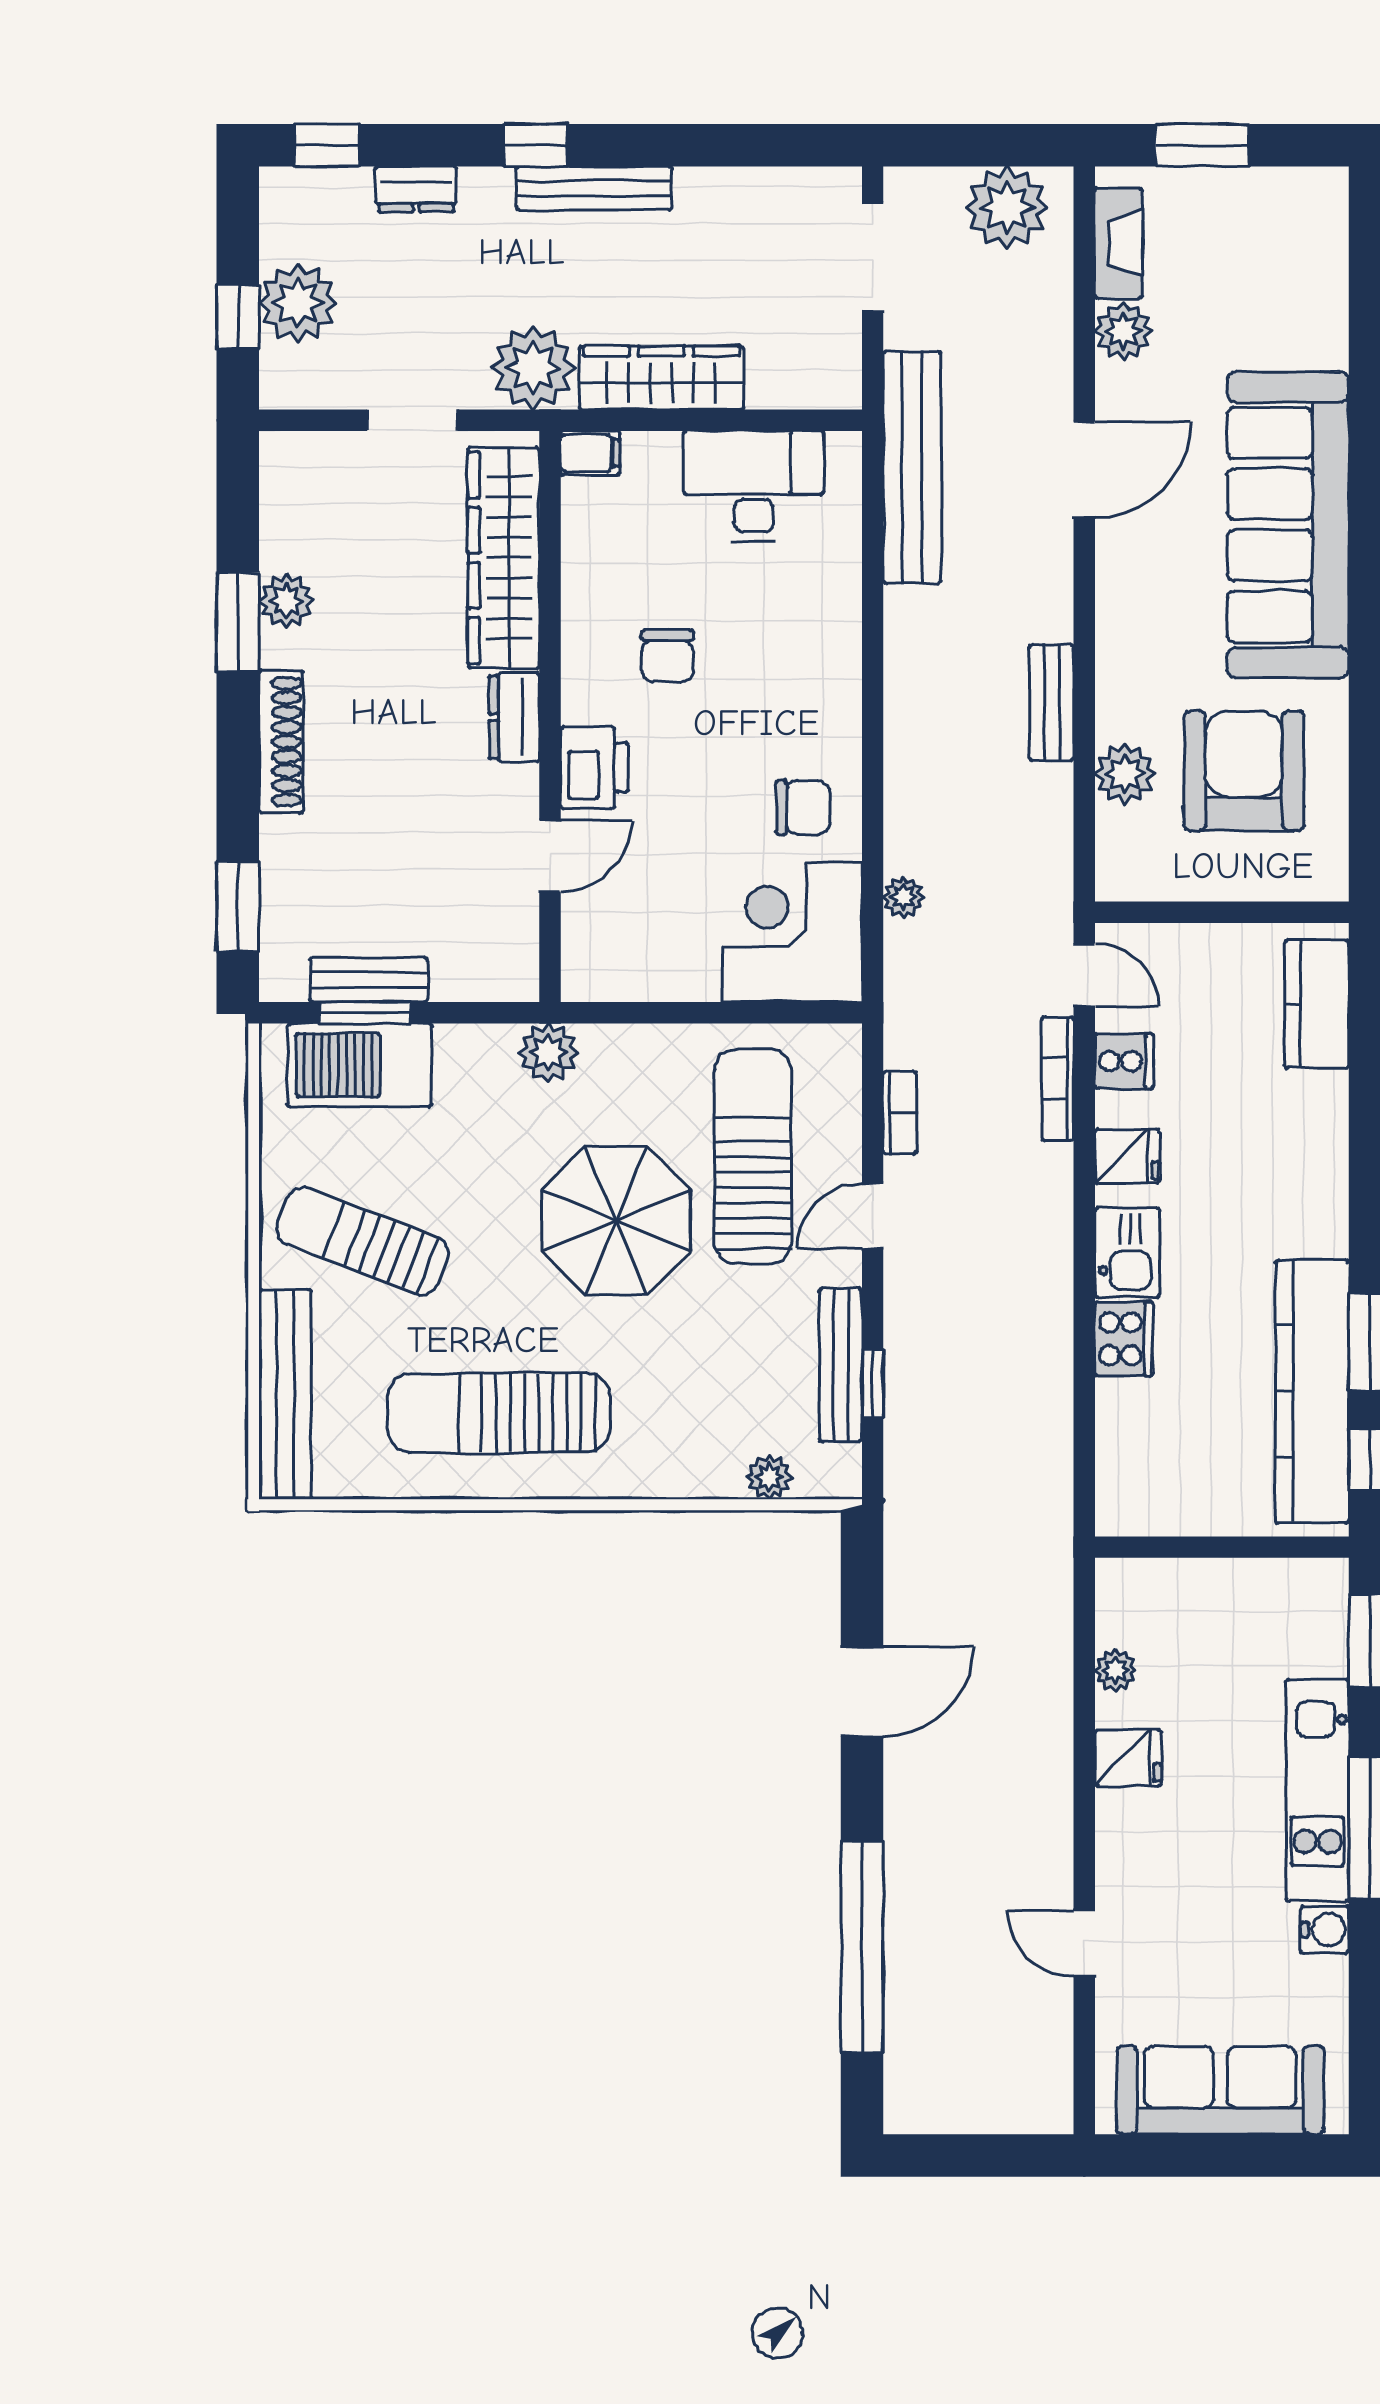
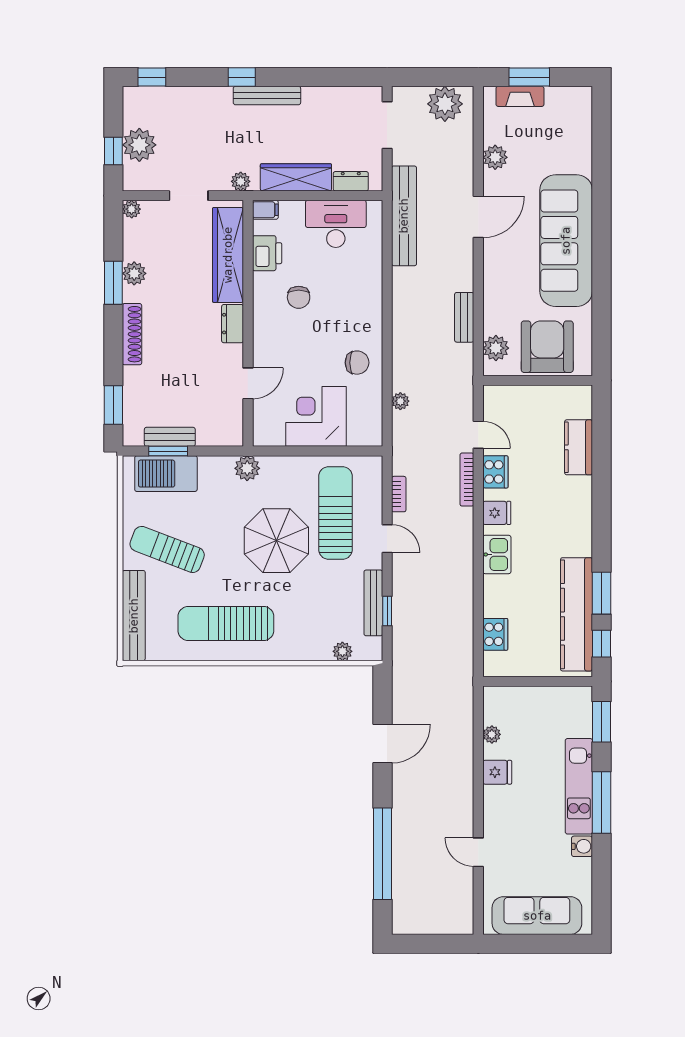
dresser: (416, 189) -> (351, 181), moved, turned 180
fireplace: (1118, 243) -> (520, 96), moved, turned 90
plant: (533, 368) -> (241, 181), width x0.53, depth x0.53
plant: (280, 452) -> (132, 209), added
printer: (594, 768) -> (267, 253), moved
wall: (1222, 912) -> (538, 380), moved
corner desk: (792, 932) -> (316, 416), moved
cooker: (1124, 1061) -> (495, 472), width x1.36
door: (873, 1216) -> (387, 539), swing flipped
cooker: (1124, 1339) -> (495, 634), moved

